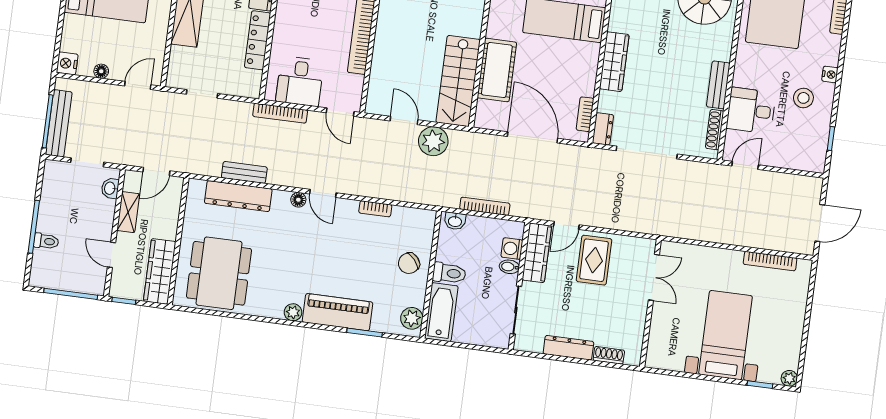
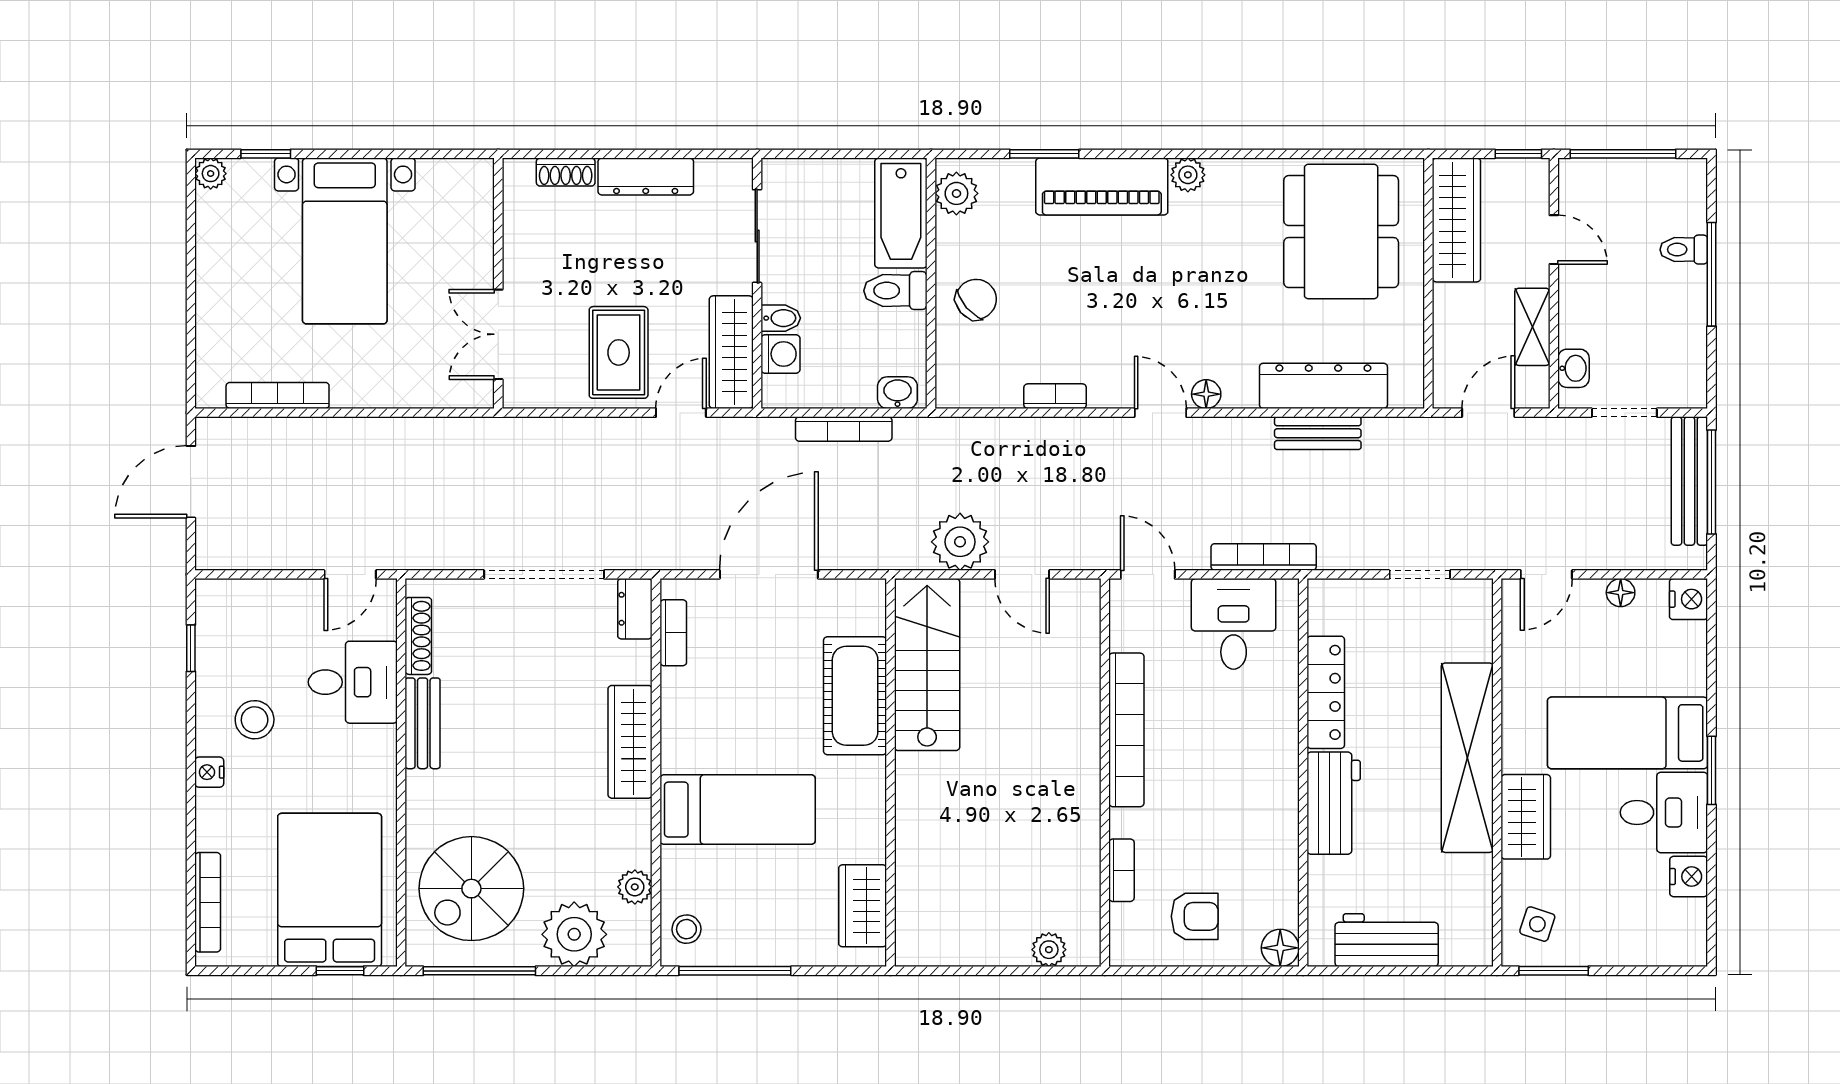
door: (533, 137) -> (769, 574), swing flipped

